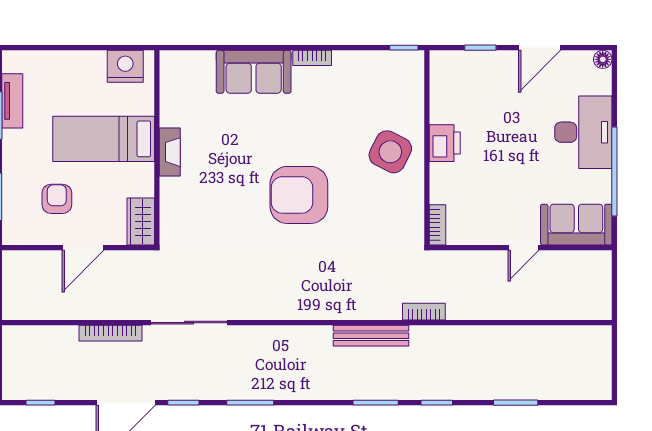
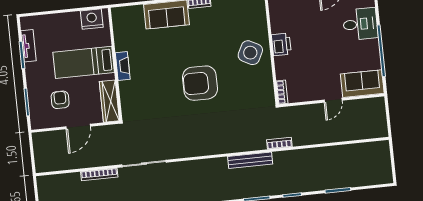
desk: (583, 132) -> (360, 24), width x0.73
wardrobe: (141, 222) -> (109, 101), width x1.50

